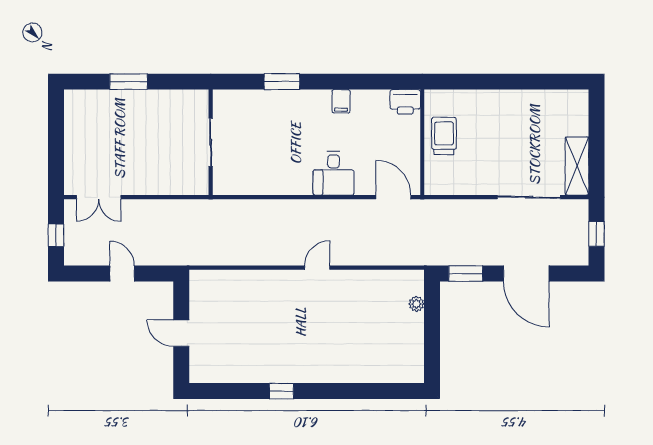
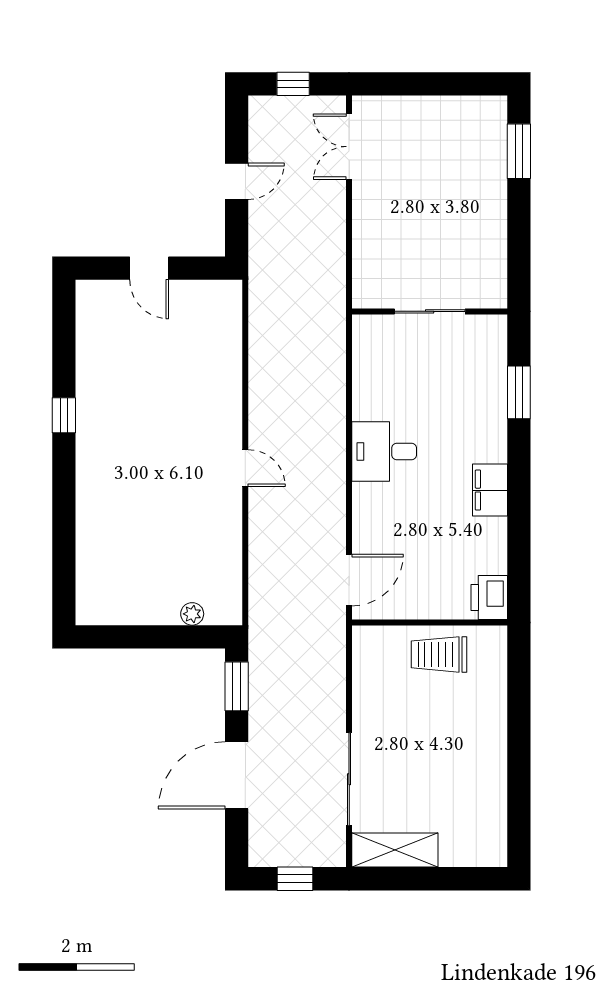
window: (129, 82) -> (519, 151), moved
window: (282, 82) -> (519, 392), moved
filing cabinet: (341, 101) -> (490, 490), width x2.00
trolley: (444, 136) -> (439, 654), turned 180
desk: (333, 173) -> (384, 452), moved
door: (181, 333) -> (149, 268), swing flipped

